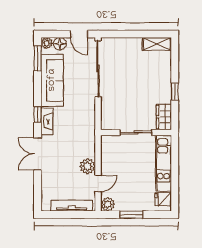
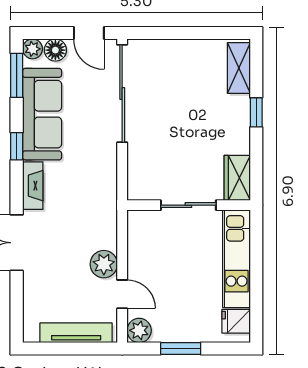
shelving: (157, 44) -> (239, 68), moved, turned 90
window: (175, 91) -> (256, 112), moved
window: (38, 114) -> (17, 146), moved
door: (98, 184) -> (122, 294), hinge flipped

